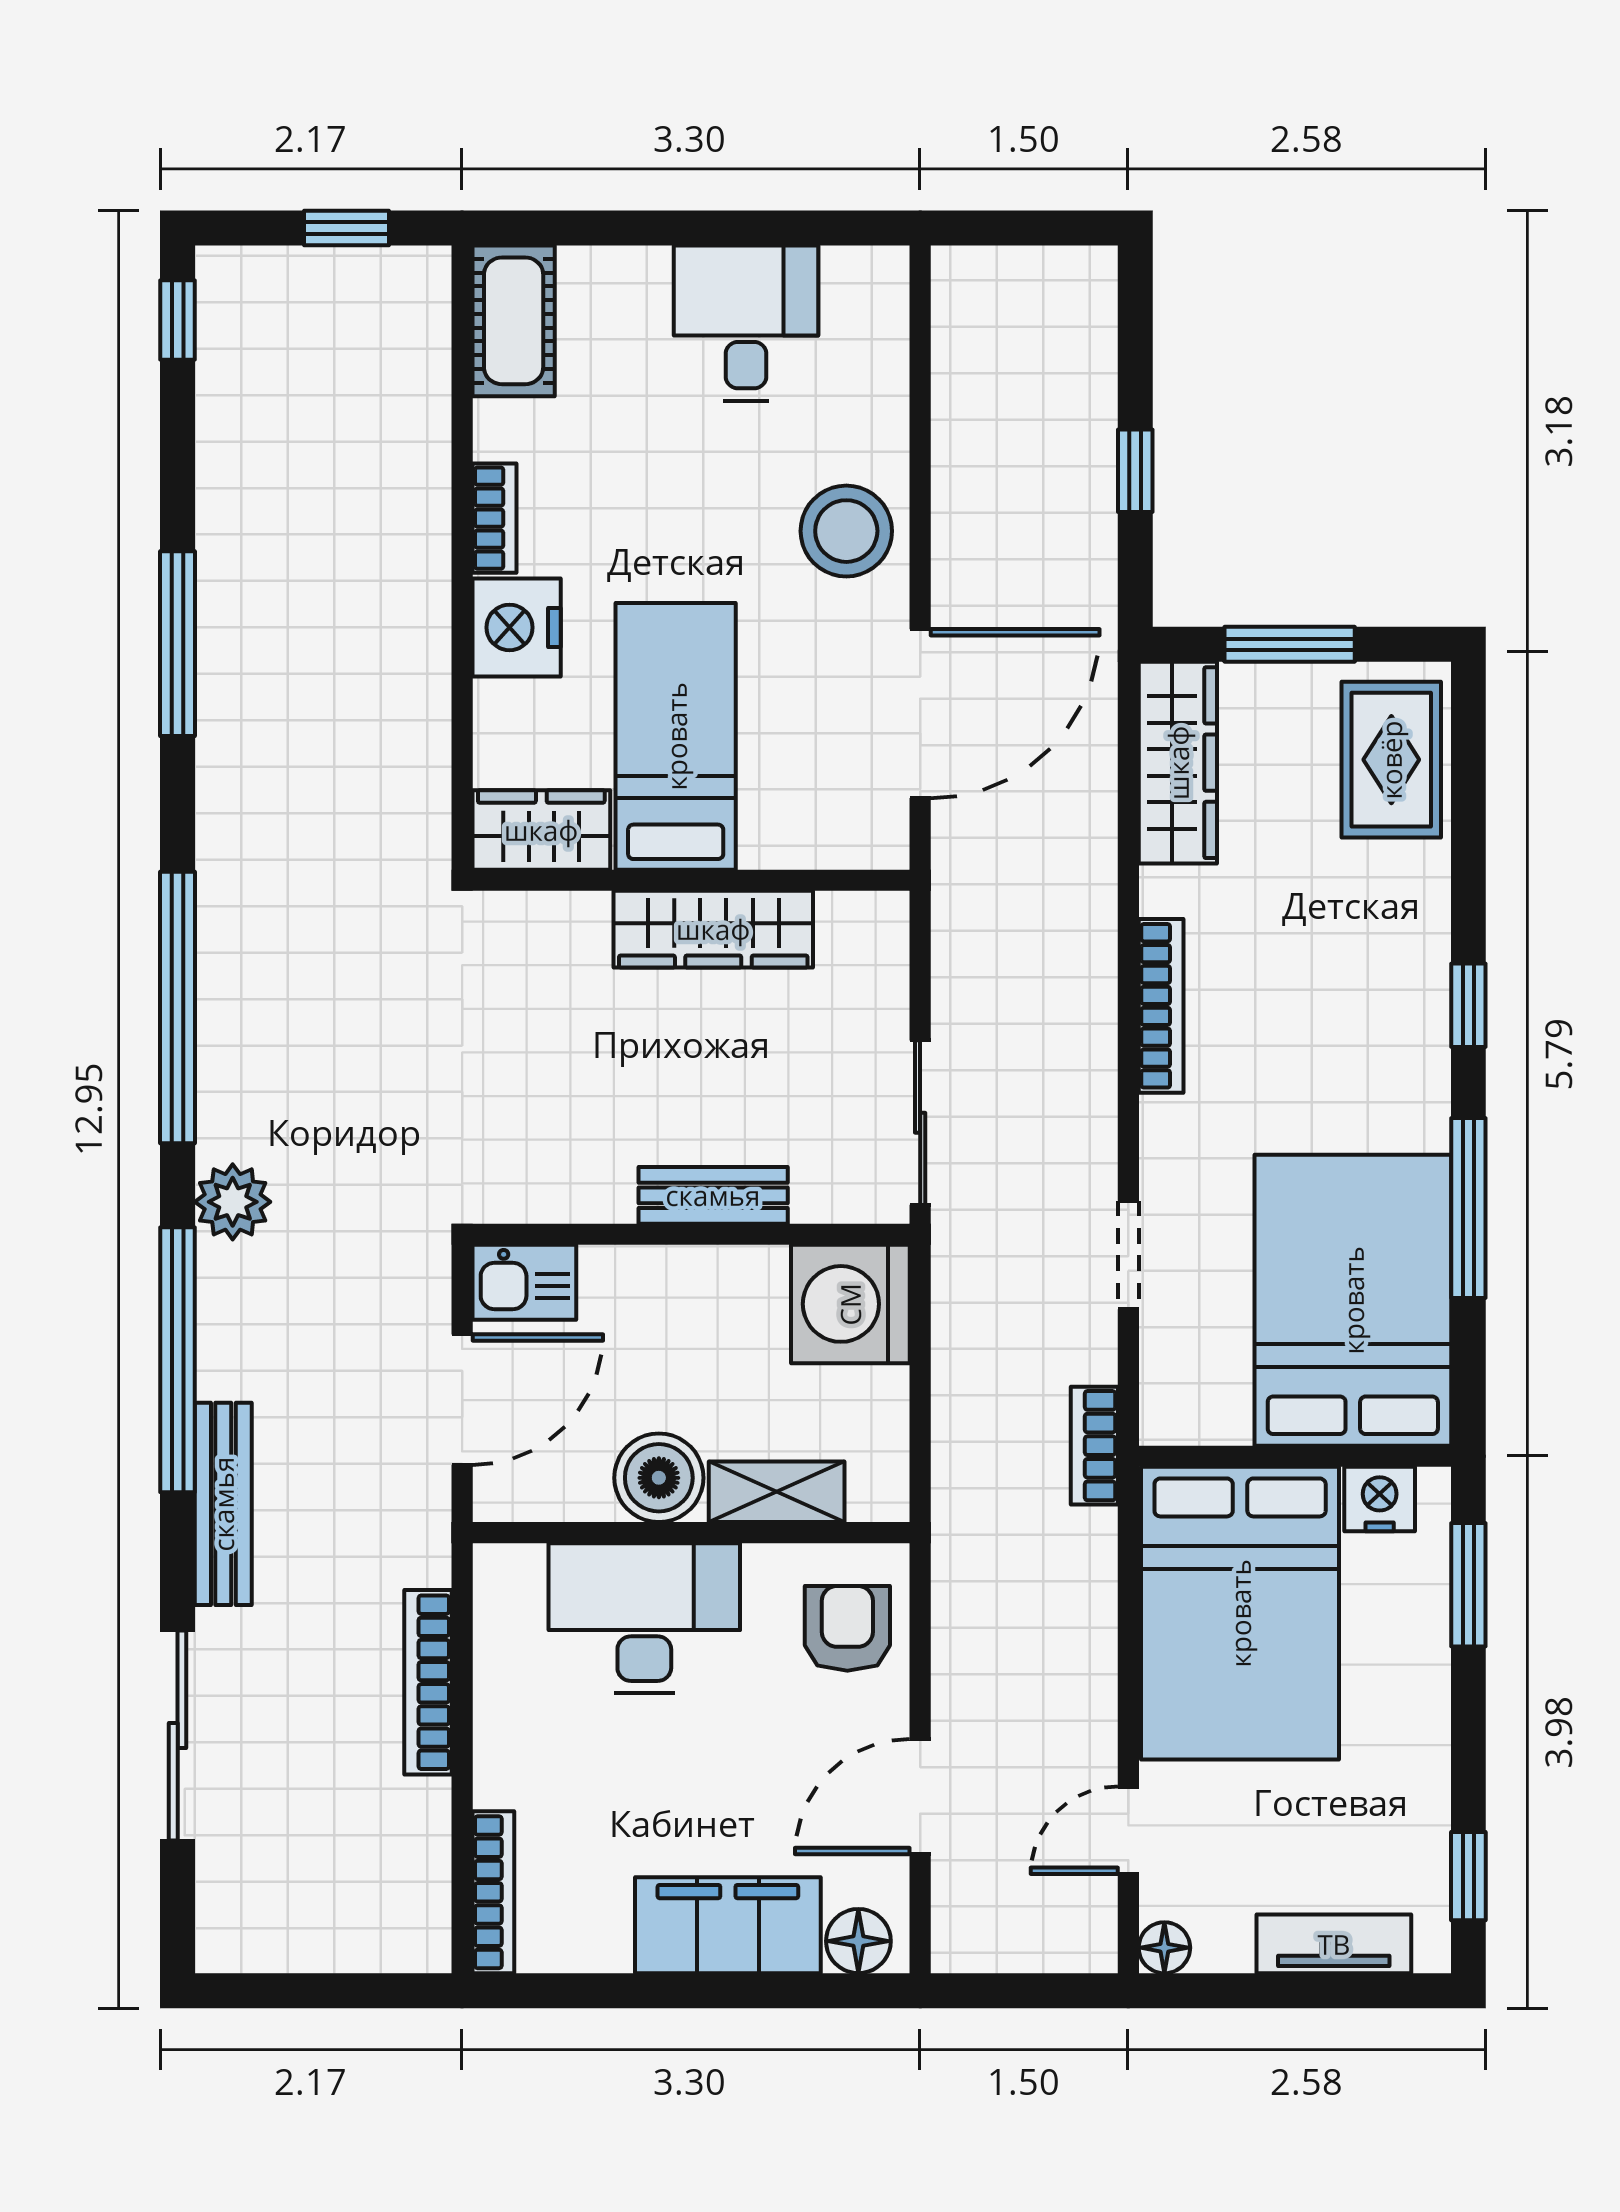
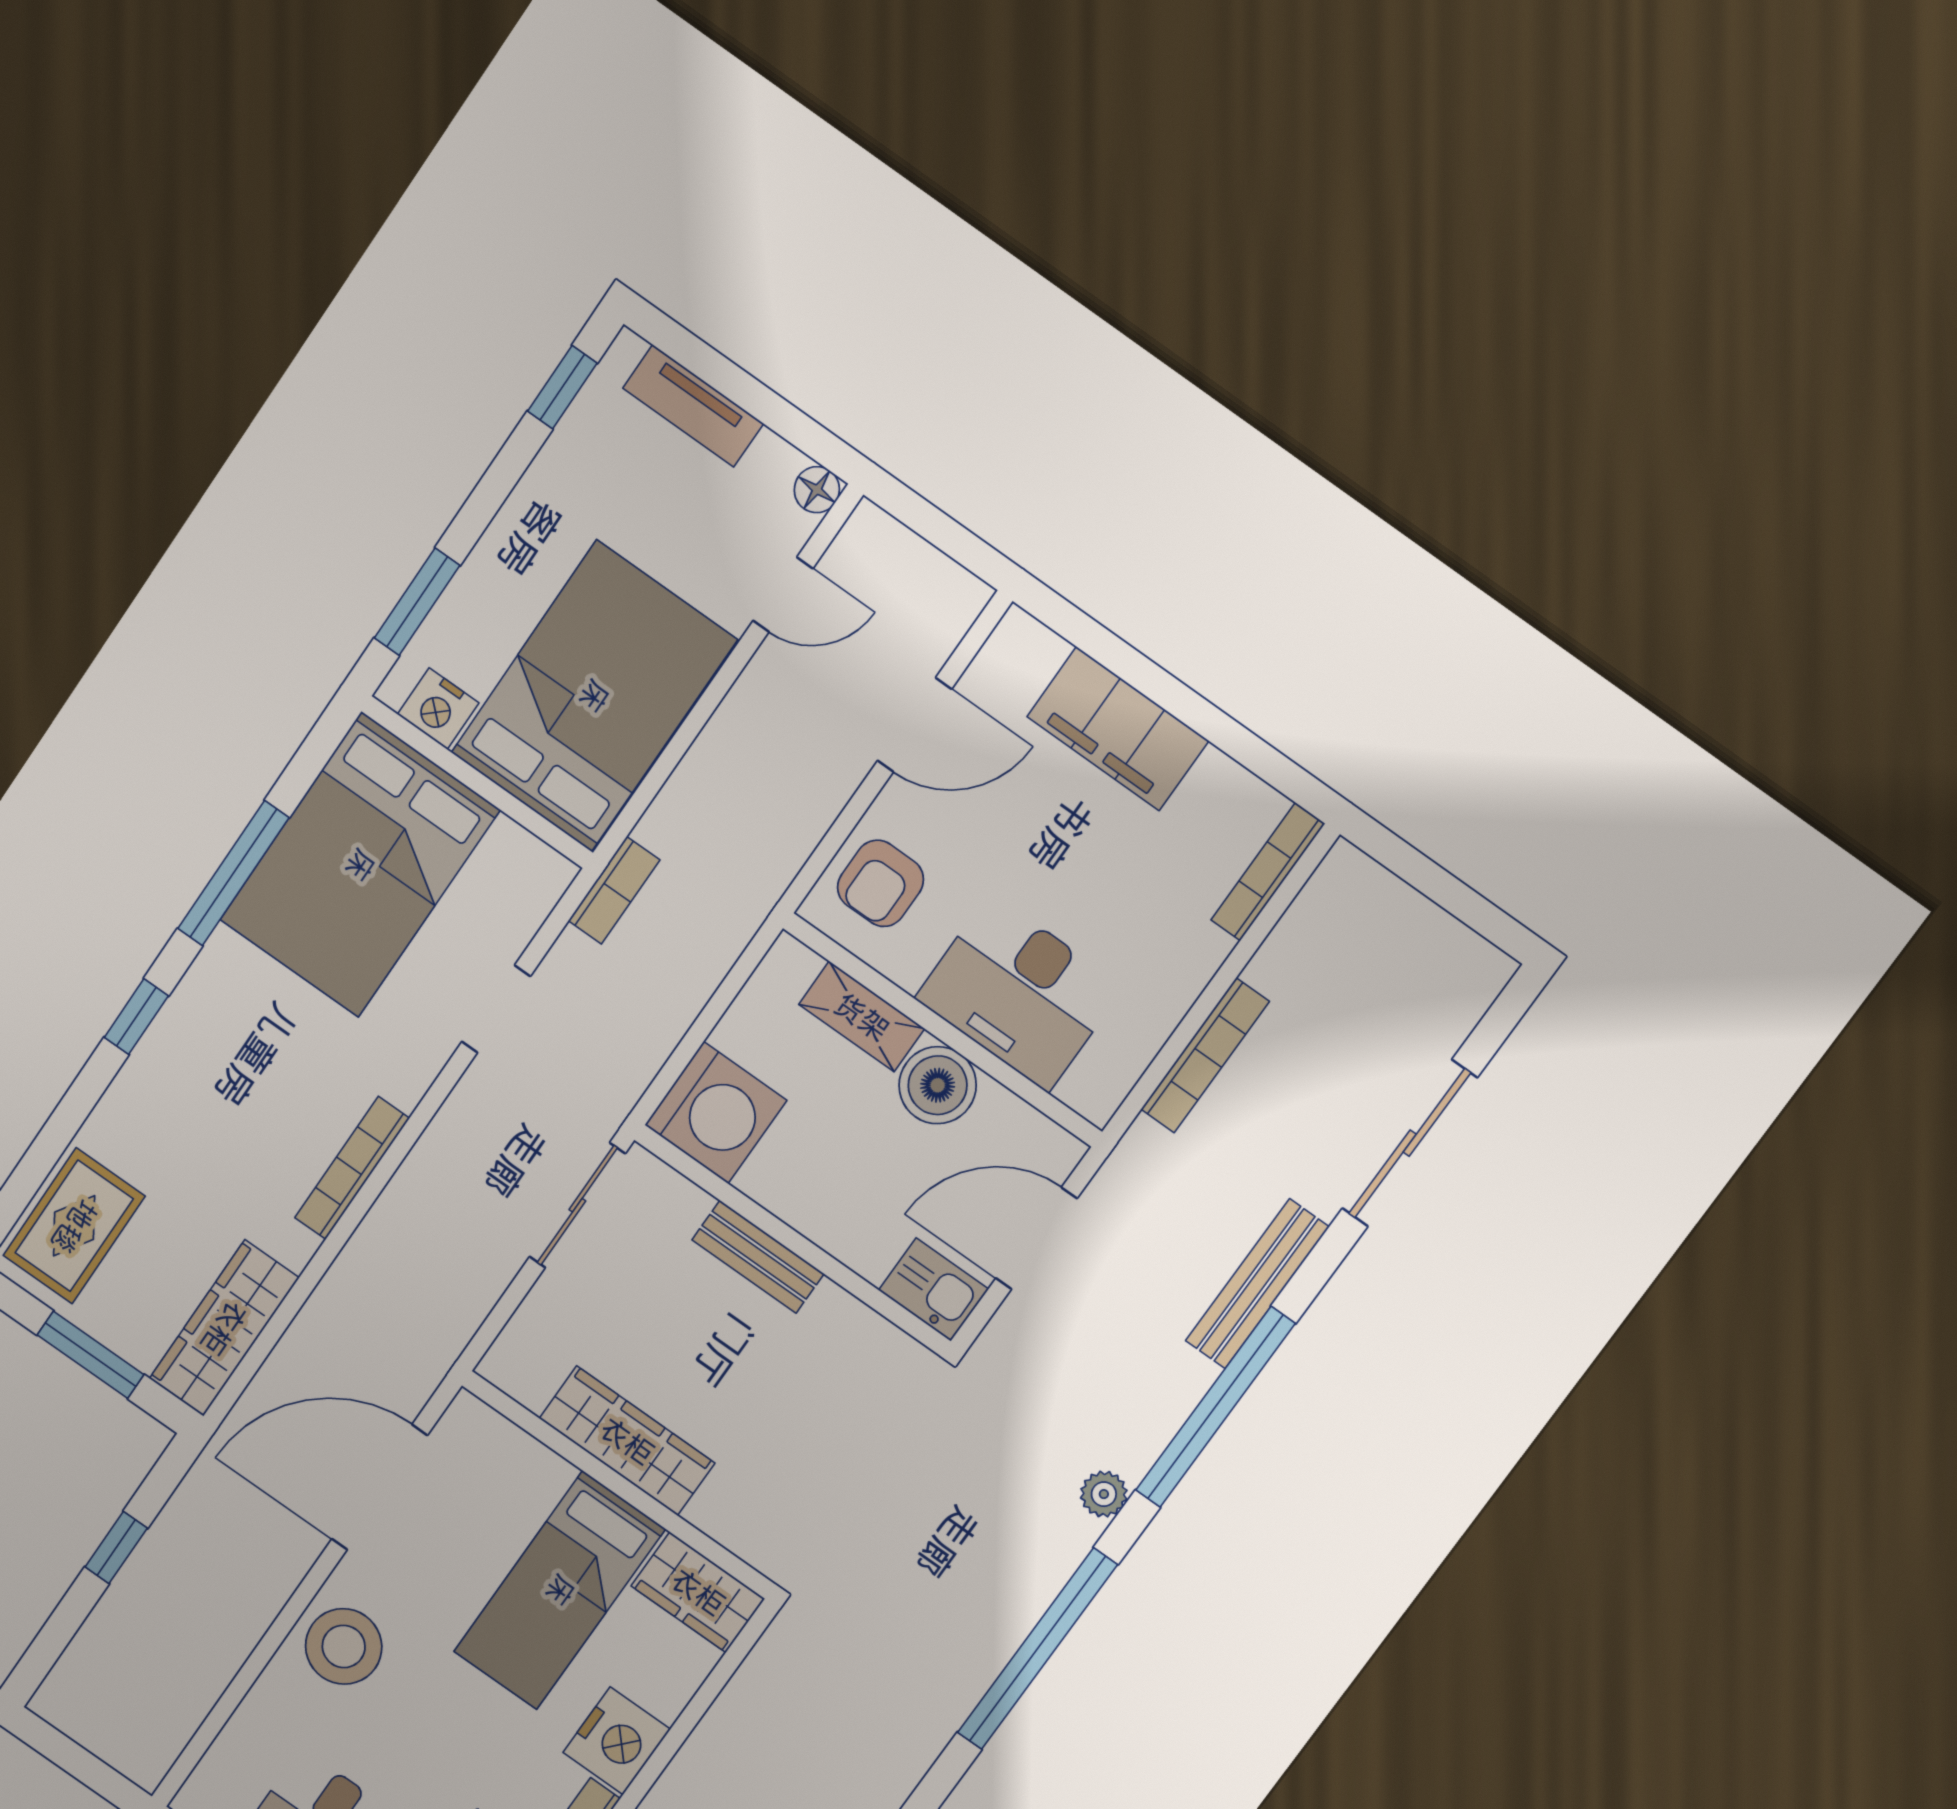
plant: (233, 1202) -> (1104, 1494), width x0.73, depth x0.73
floor lamp: (858, 1941) -> (1033, 651), removed

